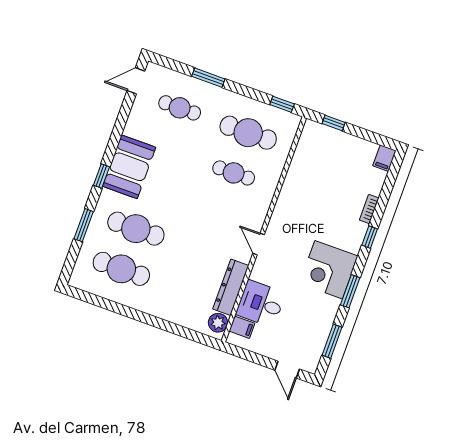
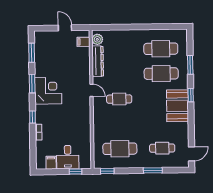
filing cabinet: (384, 158) -> (51, 163), moved
cafe table: (234, 173) -> (119, 99), moved
desk: (261, 304) -> (68, 157), moved, turned 90
door: (287, 370) -> (65, 28), moved

